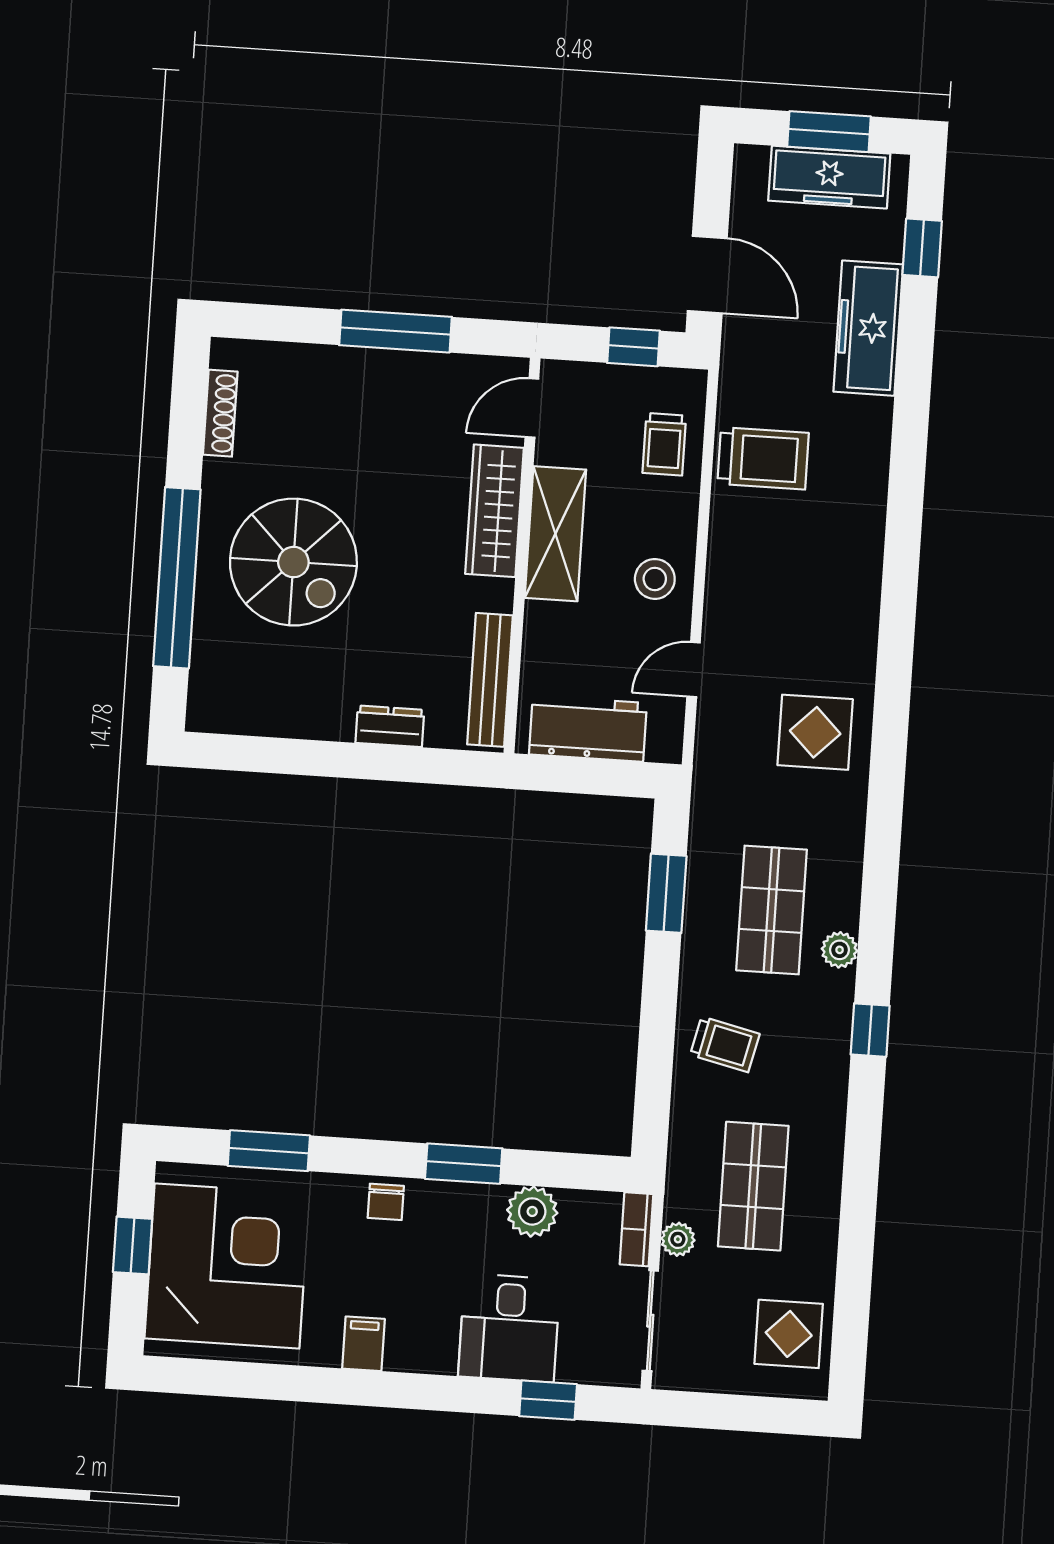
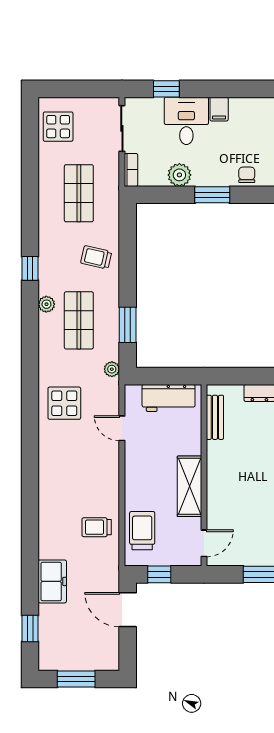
freezer: (829, 177) -> (75, 658), removed
freezer: (868, 328) -> (52, 581), width x0.71
trolley: (664, 444) -> (142, 531), width x1.36, depth x1.39
trolley: (763, 458) -> (97, 527), width x0.73, depth x0.72
wardrobe: (495, 511) -> (218, 495), removed
stool: (655, 579) -> (142, 469), removed
door: (694, 669) -> (122, 428), swing flipped
bench: (490, 680) -> (215, 417), width x0.73
plant: (678, 1239) -> (112, 369), moved
filing cabinet: (364, 1344) -> (219, 109), moved

